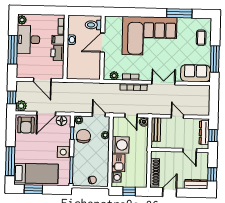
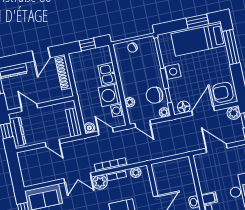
printer: (58, 53) -> (206, 183), removed
plant: (146, 75) -> (100, 182), added
armchair: (26, 125) -> (223, 92), turned -90
chair: (83, 136) -> (154, 95), turned 90
washing machine: (116, 177) -> (117, 110), moved

